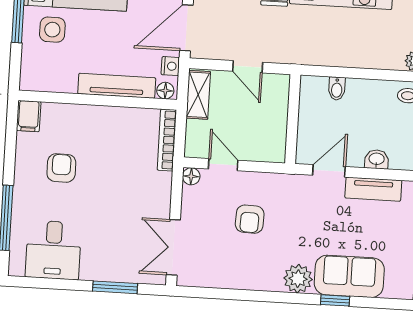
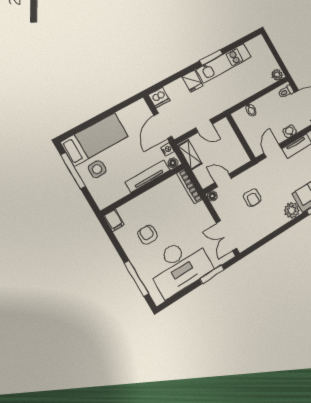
desk: (53, 250) -> (180, 266), width x1.87, depth x1.30

